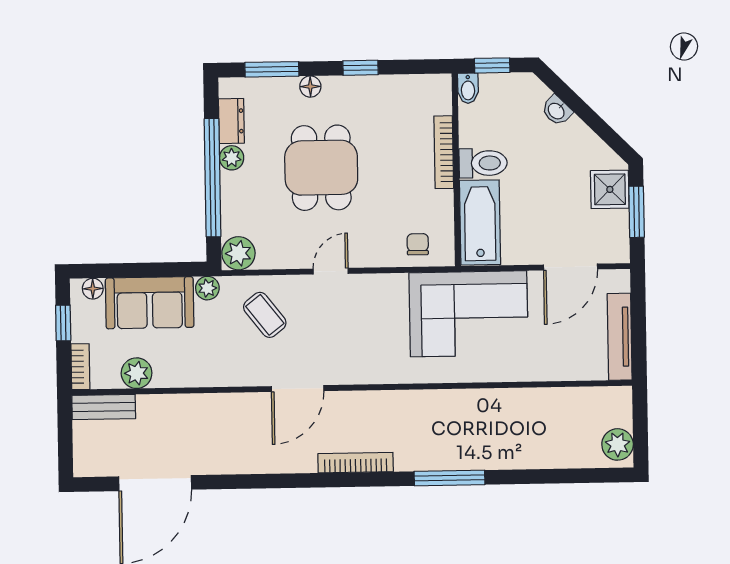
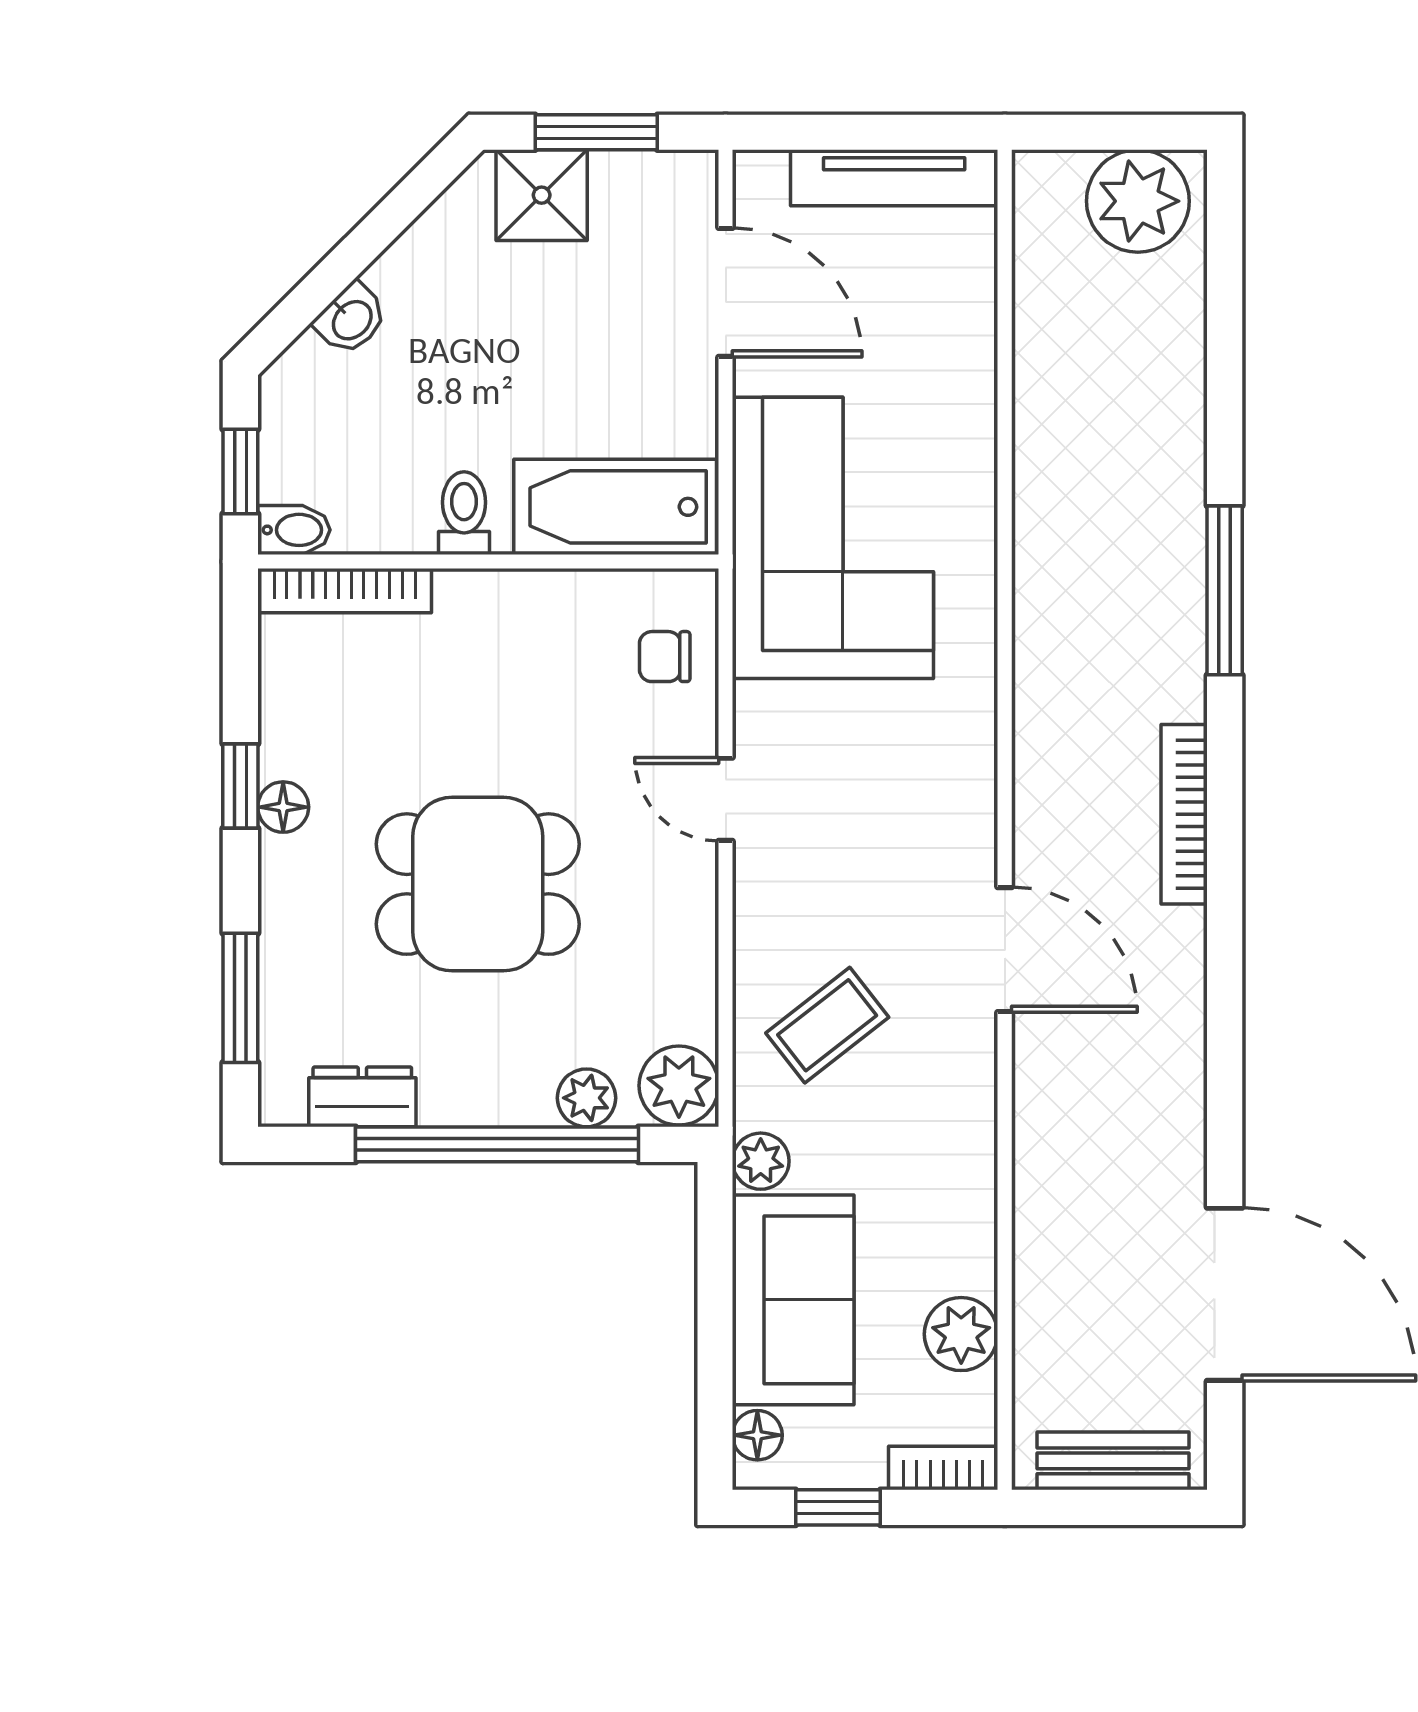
floor lamp: (310, 87) -> (283, 807), moved
bookcase: (444, 152) -> (345, 591), moved
plant: (232, 158) -> (586, 1098), moved
toilet: (483, 163) -> (464, 513), width x0.73, depth x0.72
door: (331, 271) -> (726, 799), moved
bench: (104, 407) -> (1113, 1461), moved, turned 90
plant: (618, 444) -> (1138, 201), width x1.36, depth x1.36

